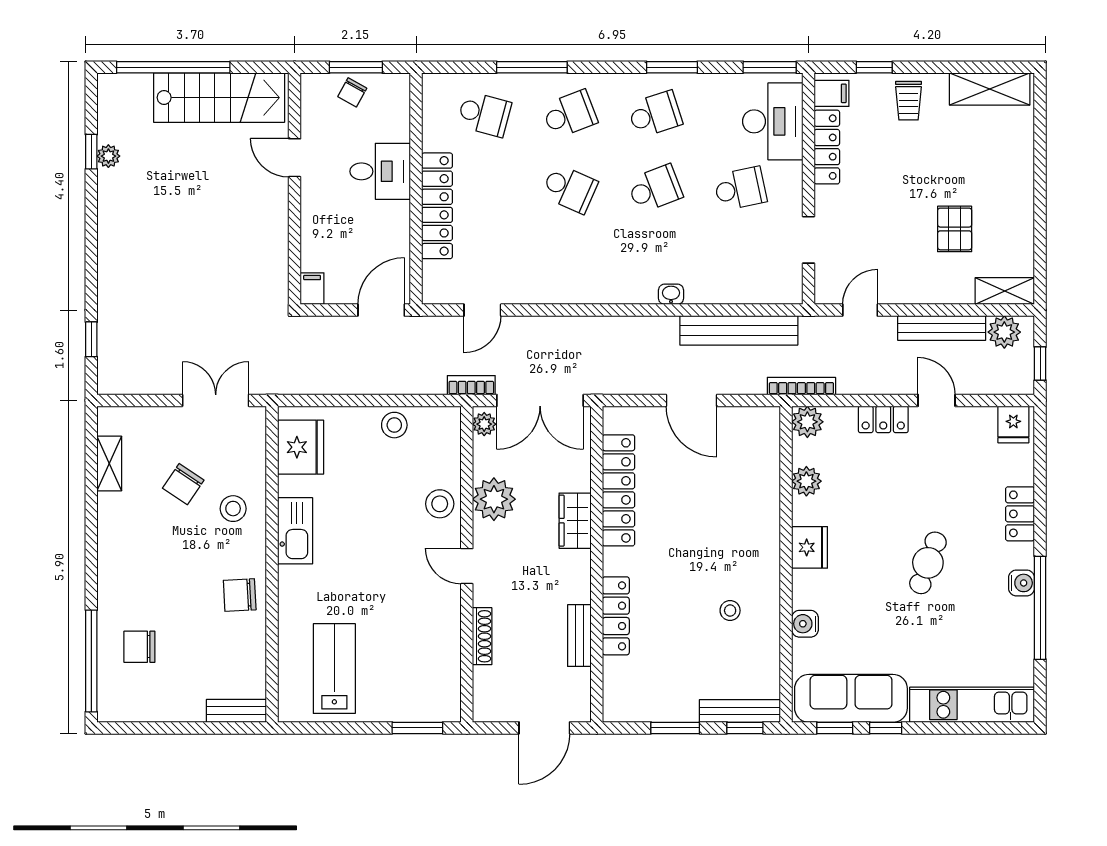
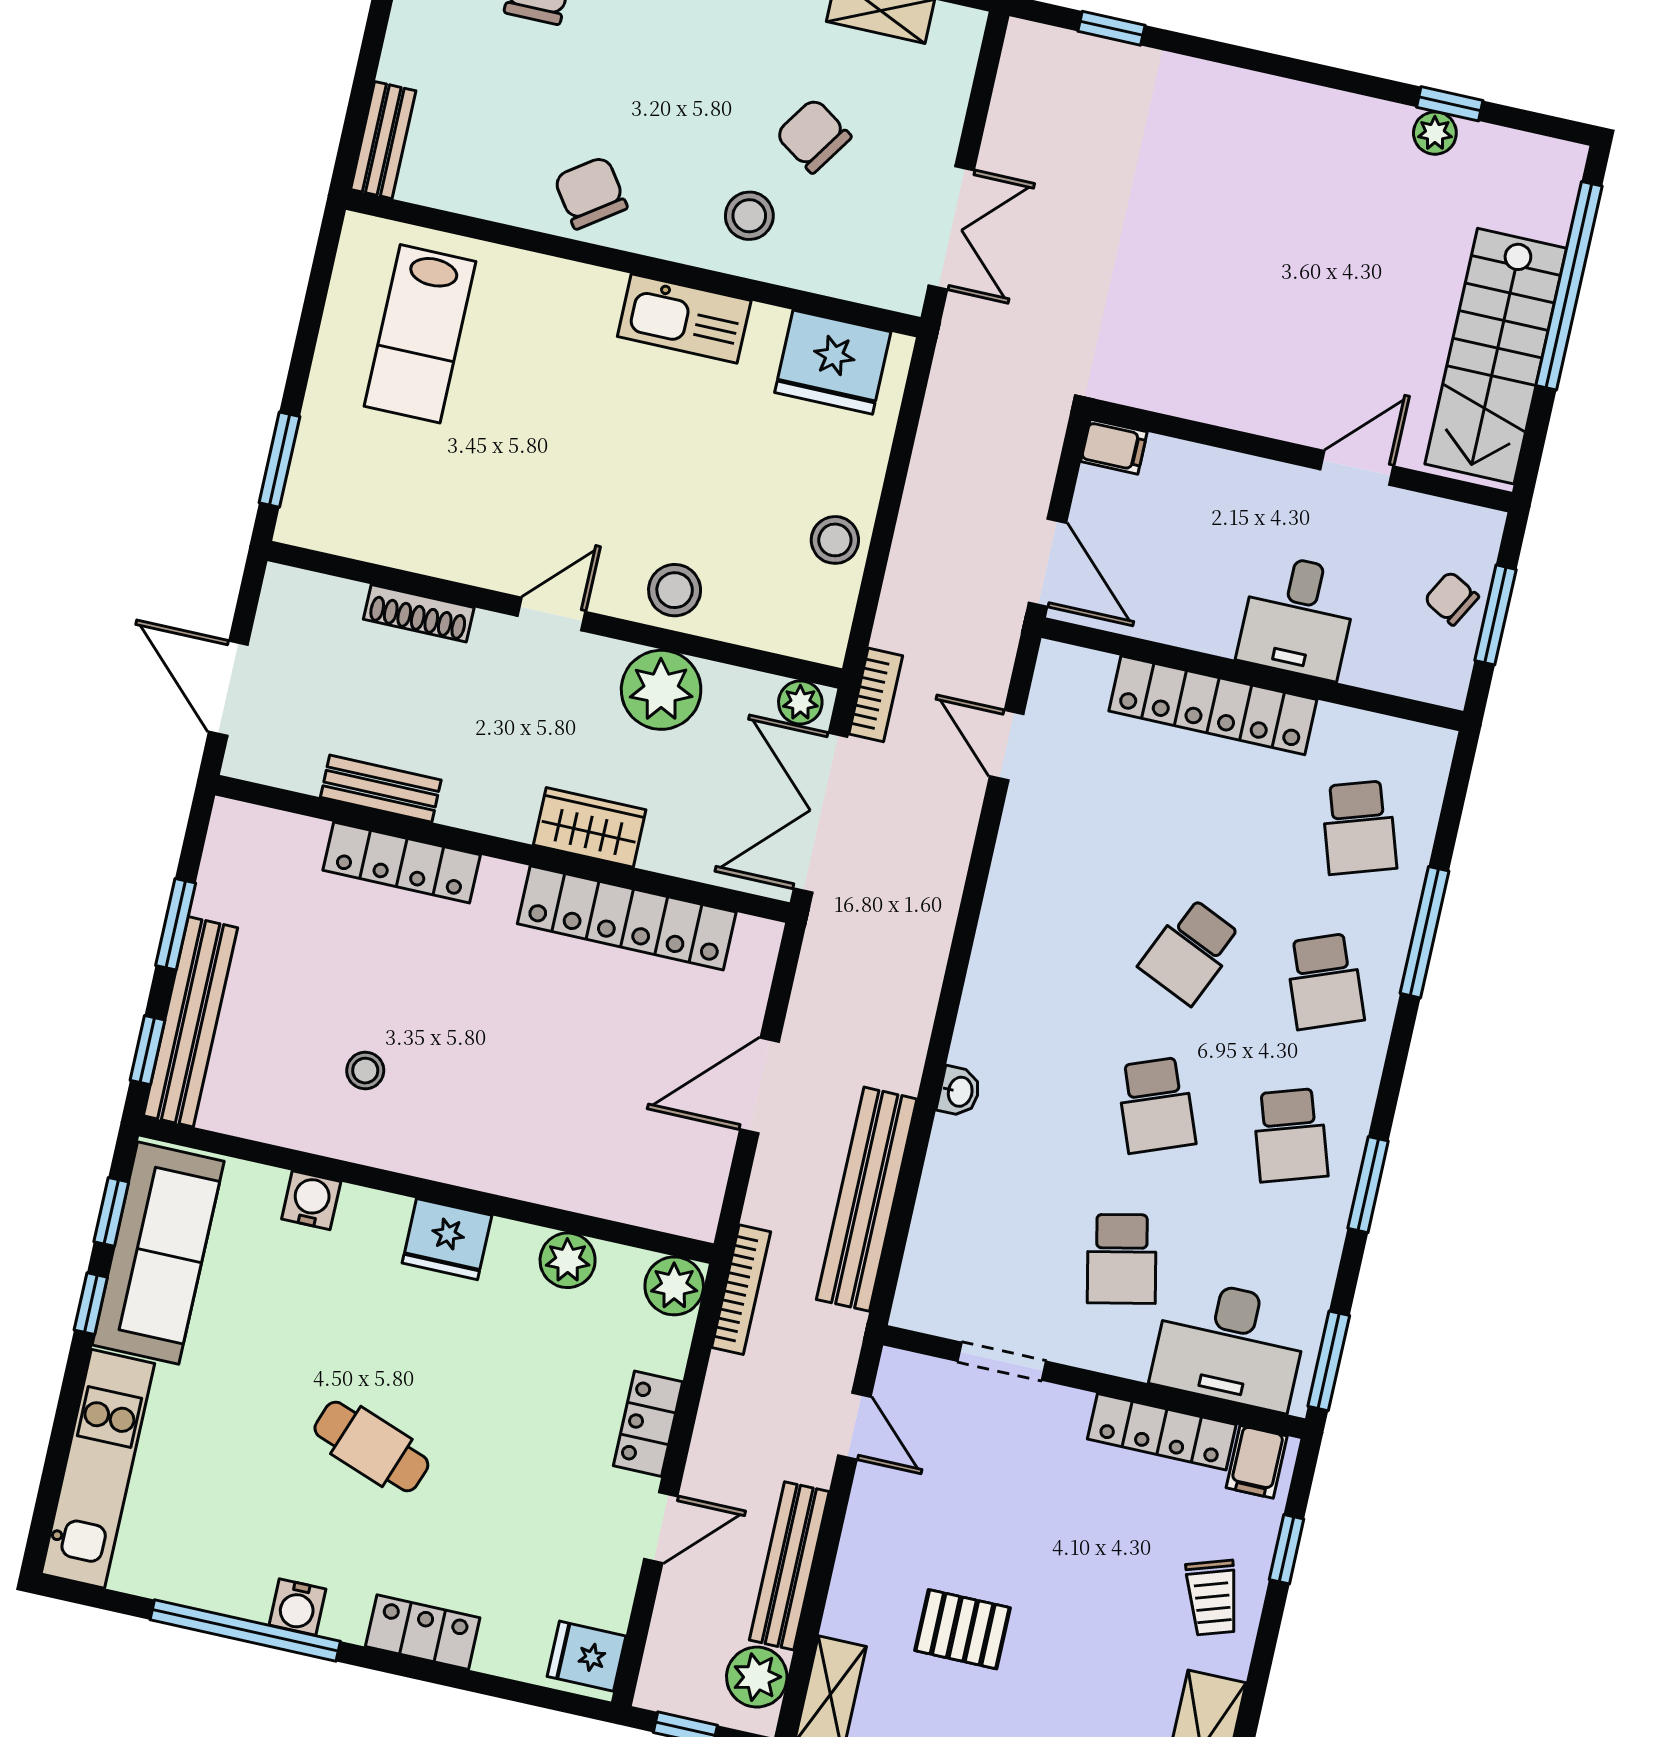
trolley: (909, 101) -> (1212, 1598), turned -108
school desk: (484, 114) -> (1359, 828), turned -33
chair: (240, 595) -> (591, 193), turned -32
lab bench: (334, 669) -> (420, 334), turned 90
bench: (740, 711) -> (191, 1022), width x1.37, depth x1.21

